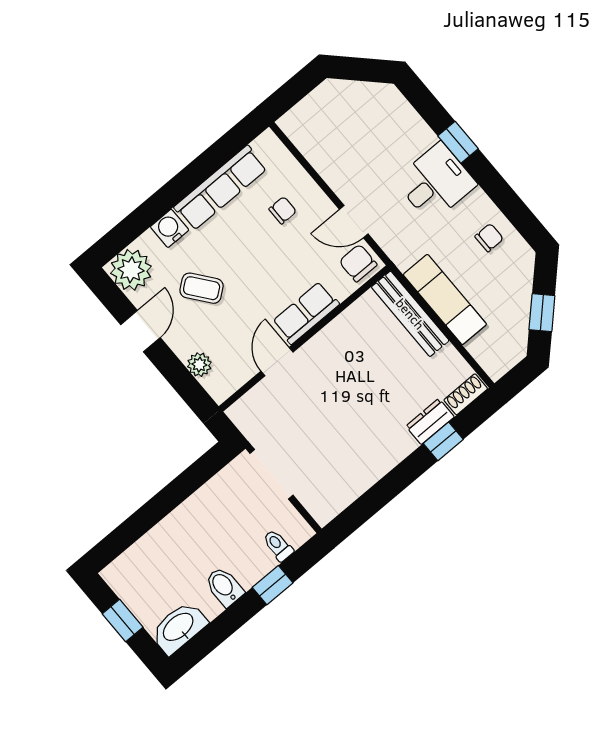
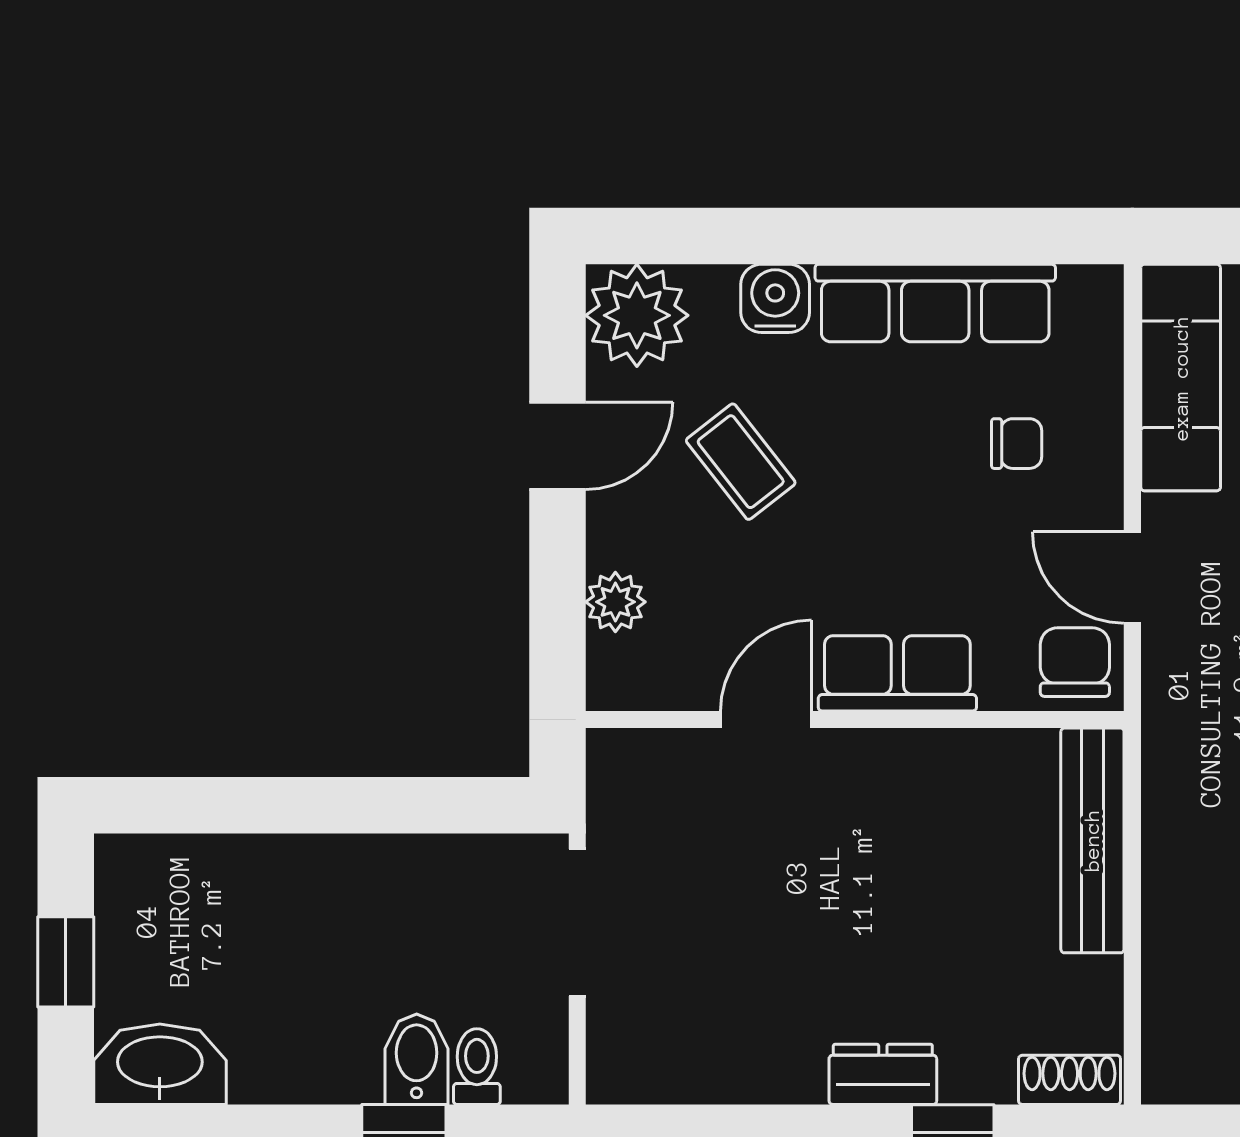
exam couch: (445, 299) -> (1181, 378), moved
dresser: (430, 421) -> (883, 1074), moved
bidet: (224, 587) -> (417, 1059), moved

